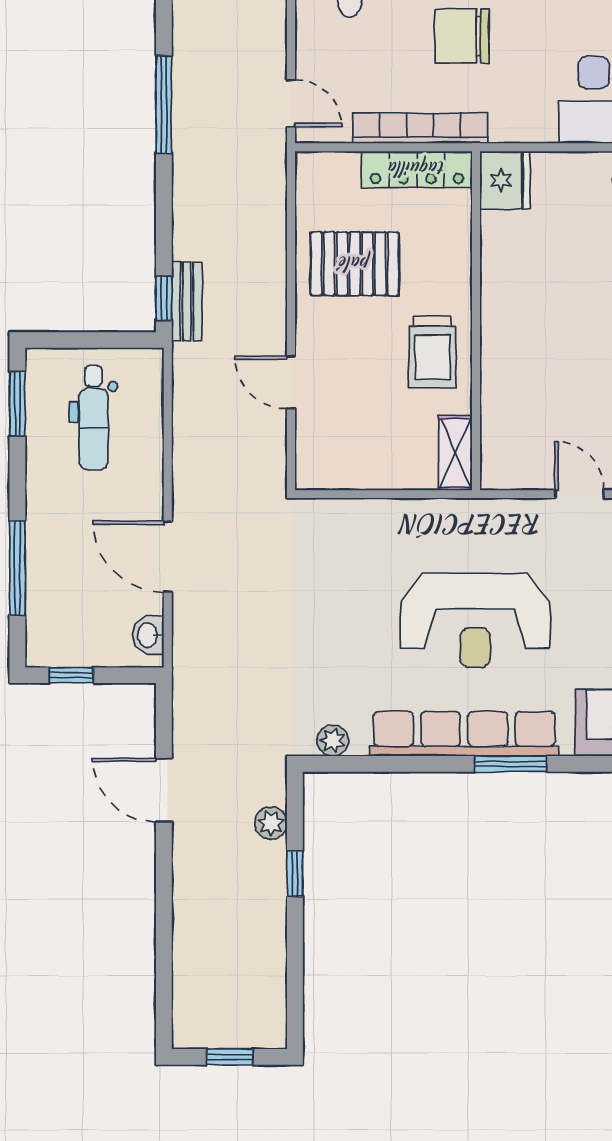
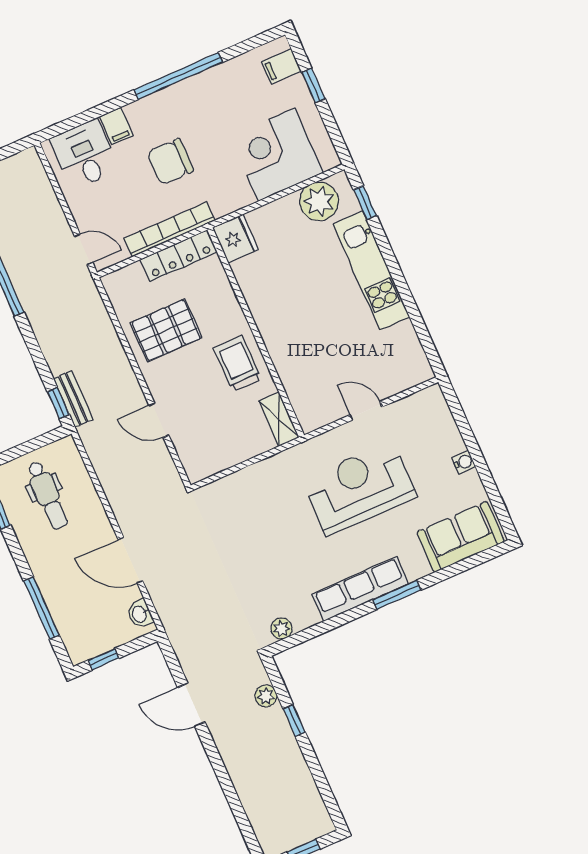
trolley: (432, 352) -> (238, 364), turned 180
reception desk: (475, 620) -> (359, 488), moved, turned 180
row of seats: (464, 734) -> (360, 589), width x0.73

